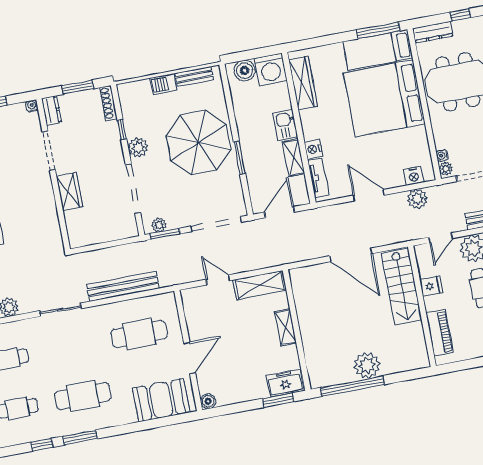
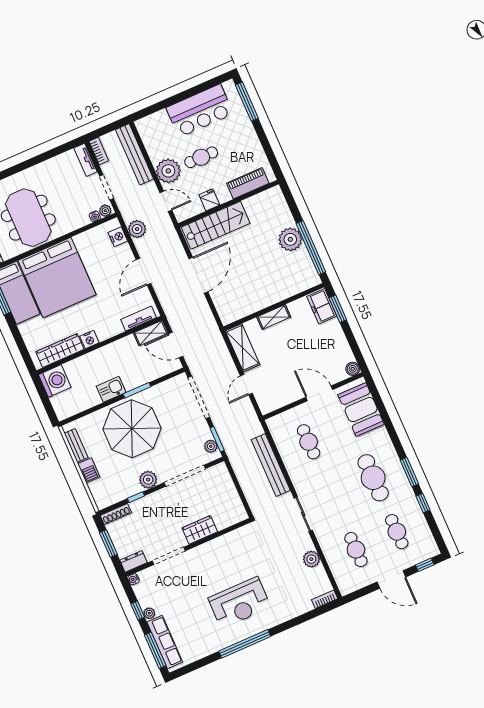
boiler: (245, 71) -> (61, 403), removed
kitchen sink: (285, 125) -> (111, 389), moved, turned 180
nightstand: (313, 149) -> (89, 339), moved
shelving: (294, 158) -> (151, 333), moved
cafe table: (139, 334) -> (309, 442), width x0.73, depth x0.74

